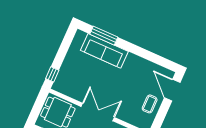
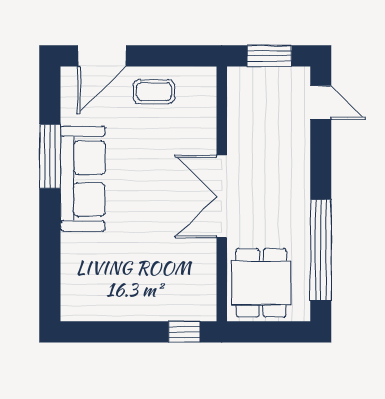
window: (104, 36) -> (50, 156), moved
sofa: (104, 51) -> (83, 179), moved

